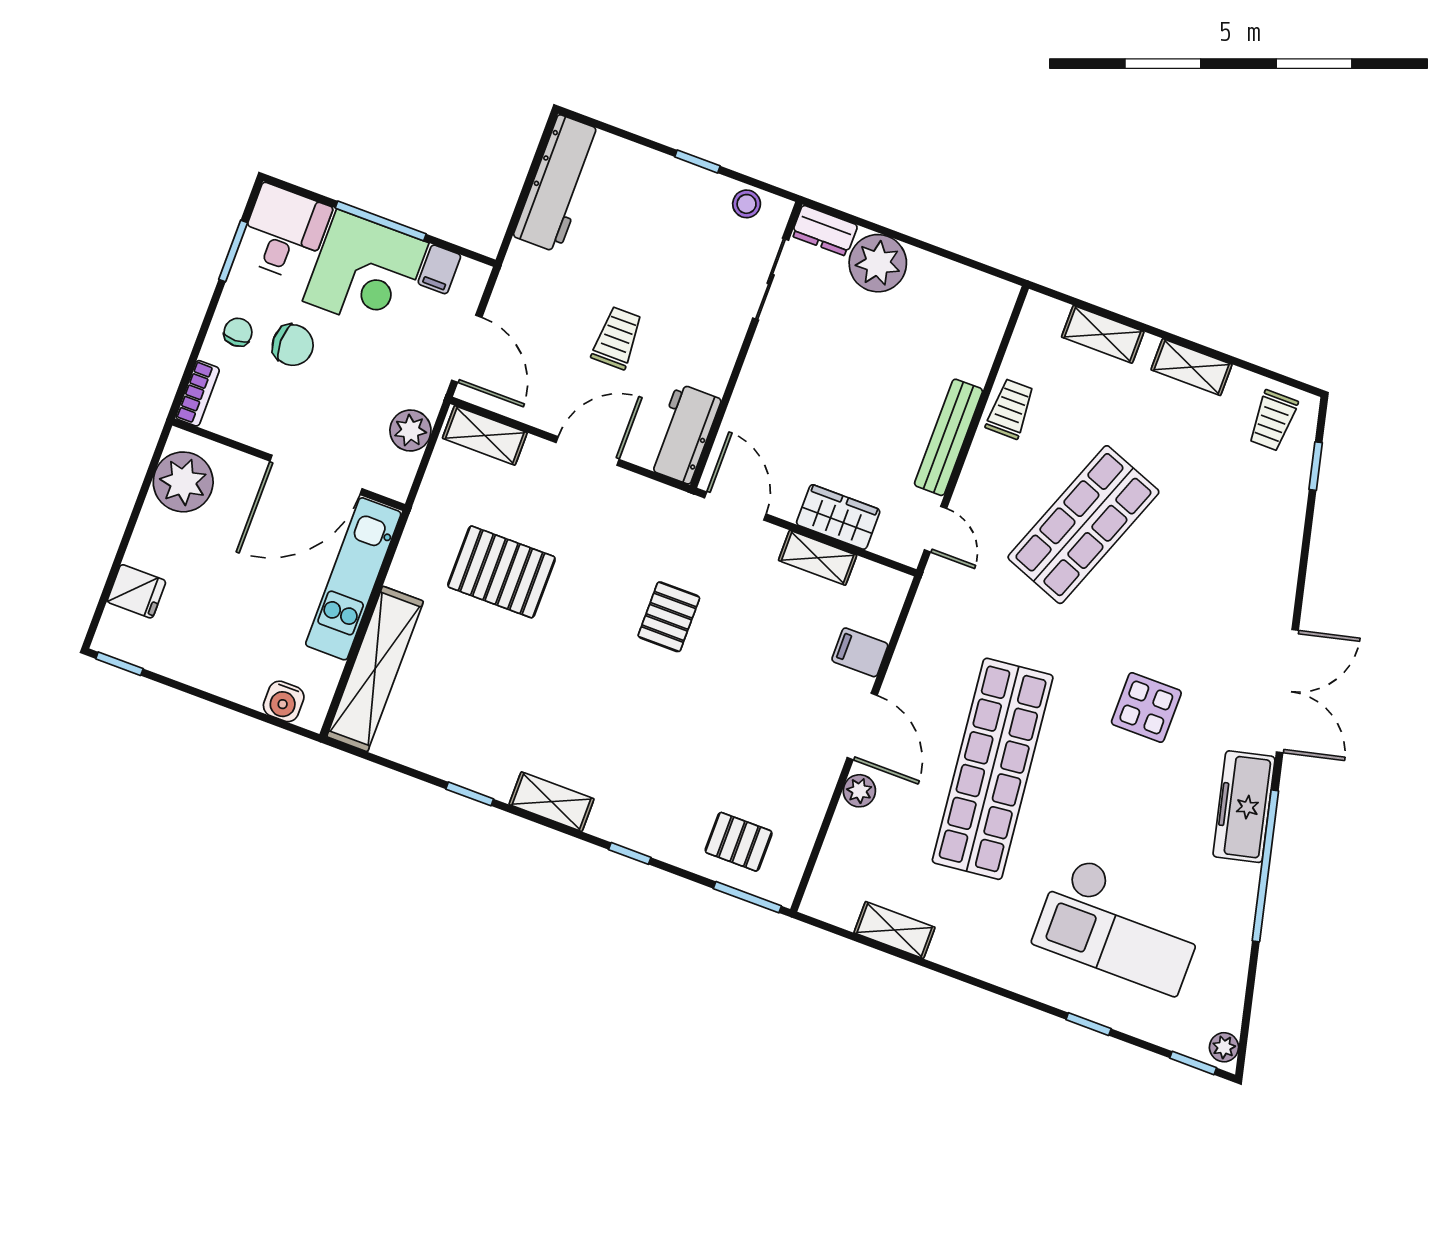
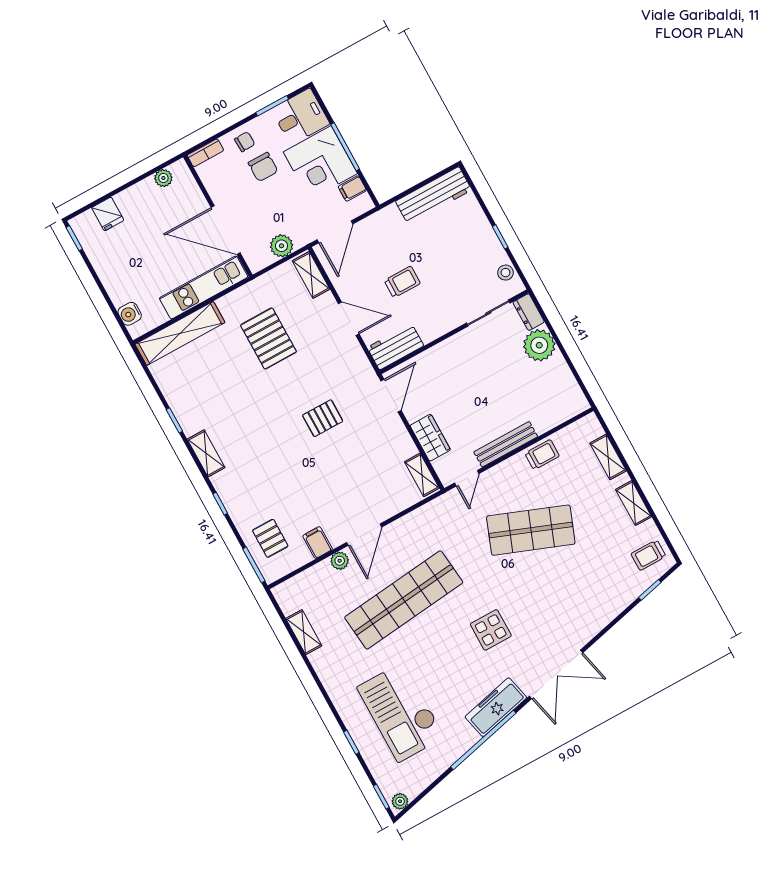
plant: (183, 482) -> (163, 178), width x0.53, depth x0.53
shelving: (818, 558) -> (422, 475), moved
filing cabinet: (860, 652) -> (318, 543), moved

